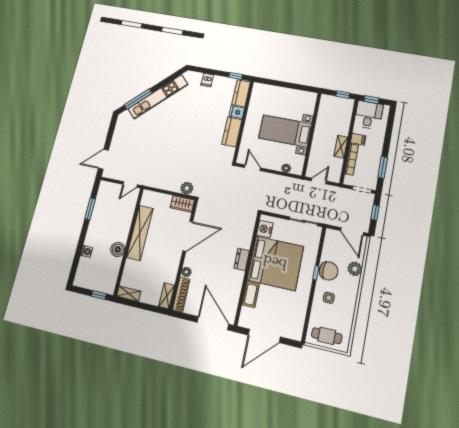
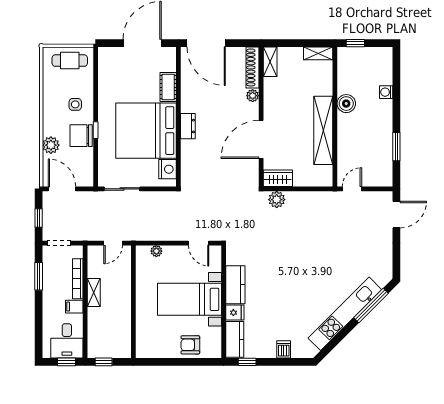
armchair: (275, 95) -> (190, 345), added
bed with nightstands: (285, 131) -> (189, 299), moved, turned 180

